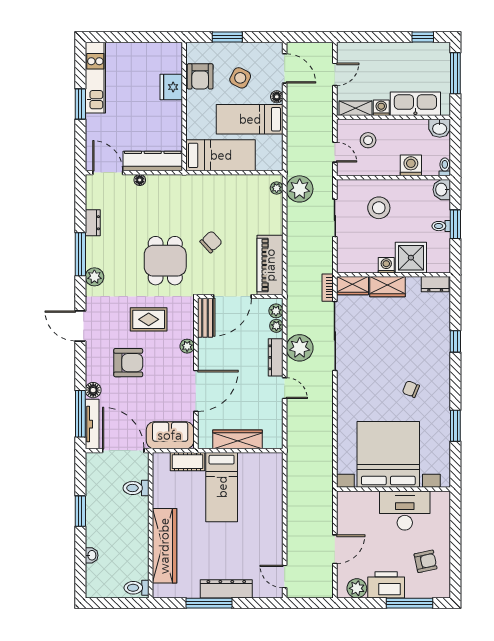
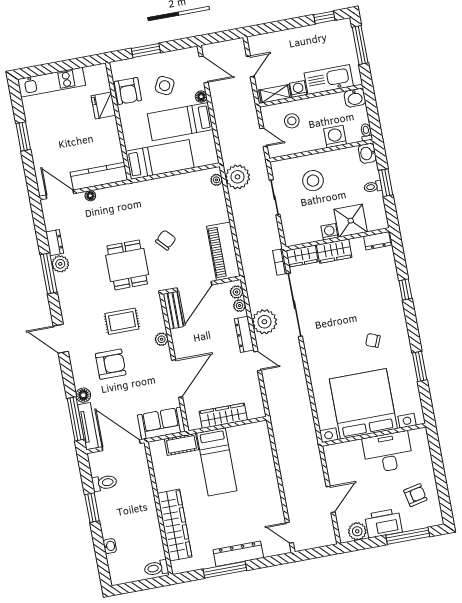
kitchen unit: (95, 78) -> (51, 82), moved, turned 90
plant: (94, 277) -> (60, 264), moved
toilet: (136, 488) -> (104, 483), moved, turned 180

